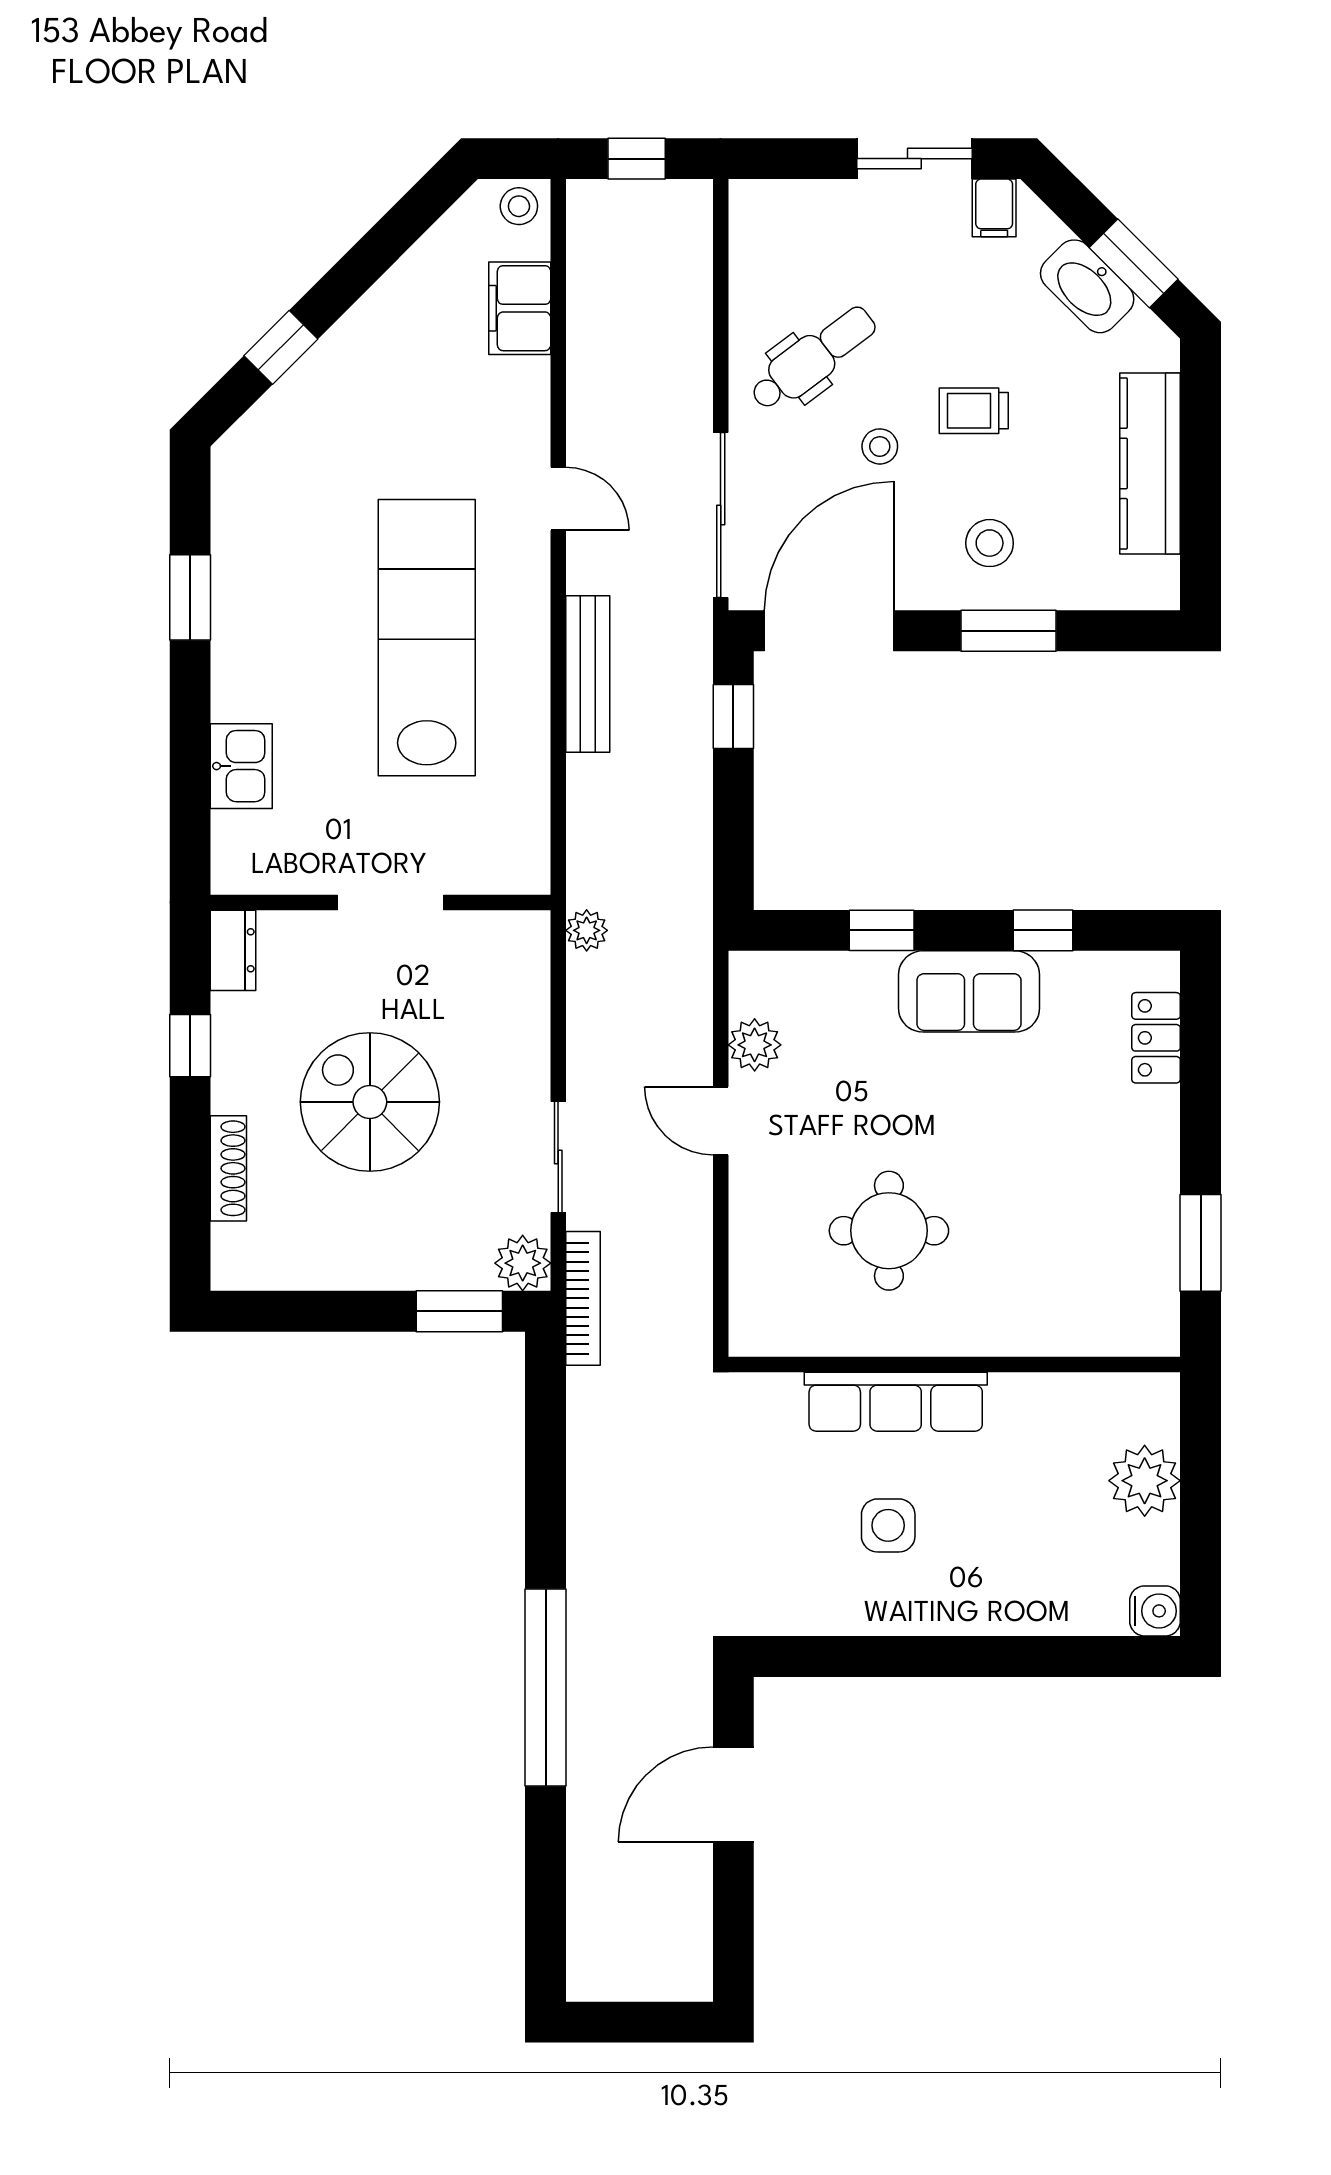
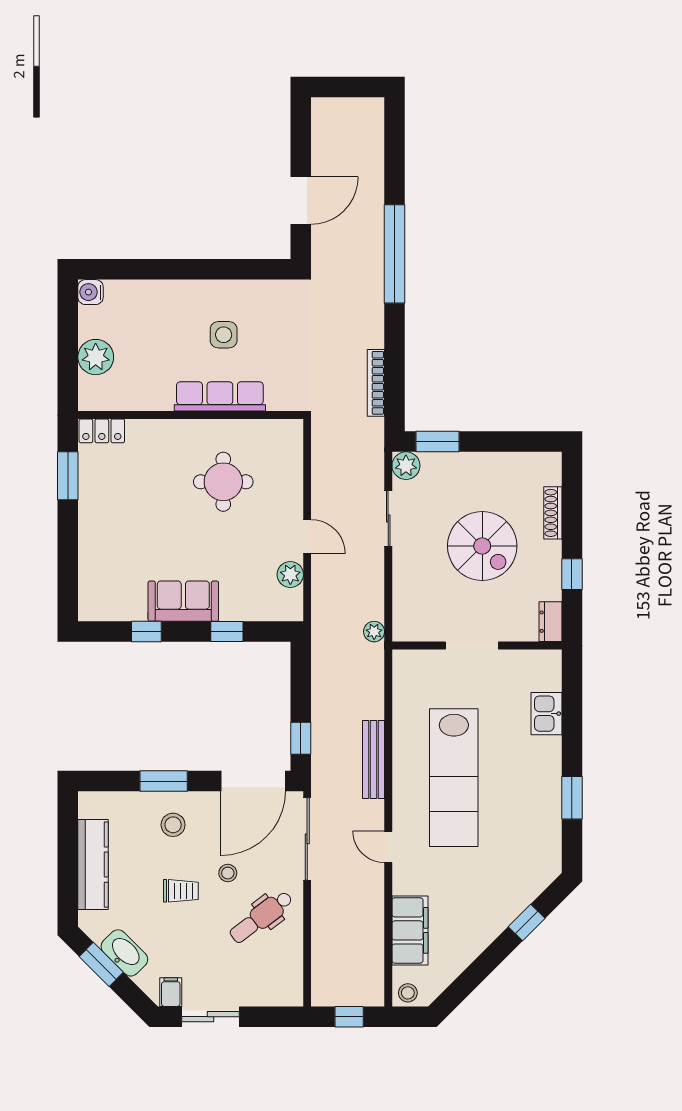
filing cabinet: (520, 308) -> (410, 930), width x1.50, depth x1.17
locker: (1156, 1038) -> (102, 431), moved, turned 90
bookcase: (583, 1298) -> (376, 383), moved

